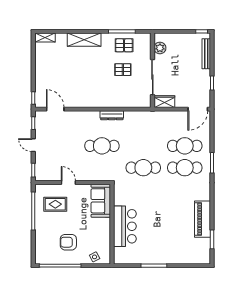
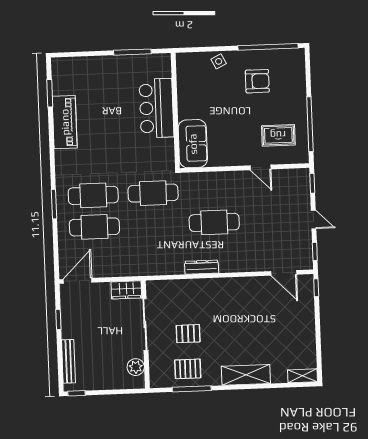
sofa: (101, 201) -> (193, 144), moved
wall: (112, 224) -> (175, 111), moved
bar counter: (125, 226) -> (156, 108), moved

